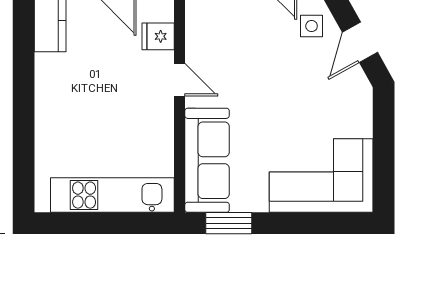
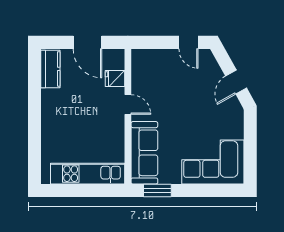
side table: (312, 26) -> (207, 72), removed

